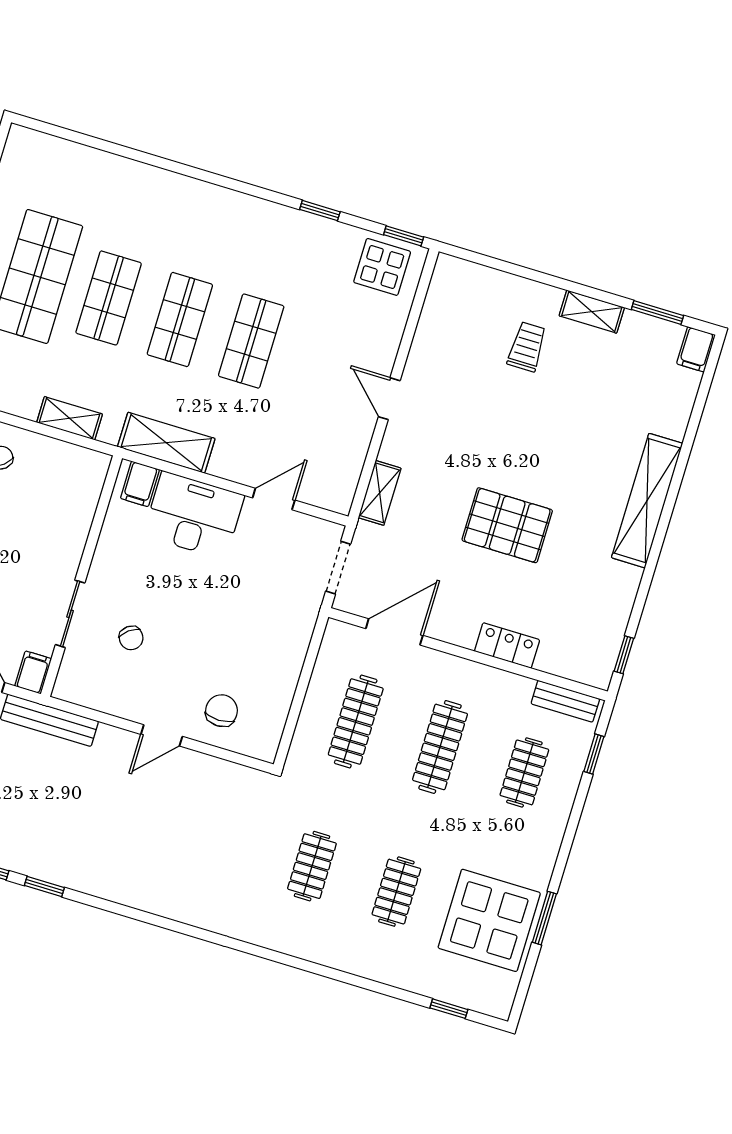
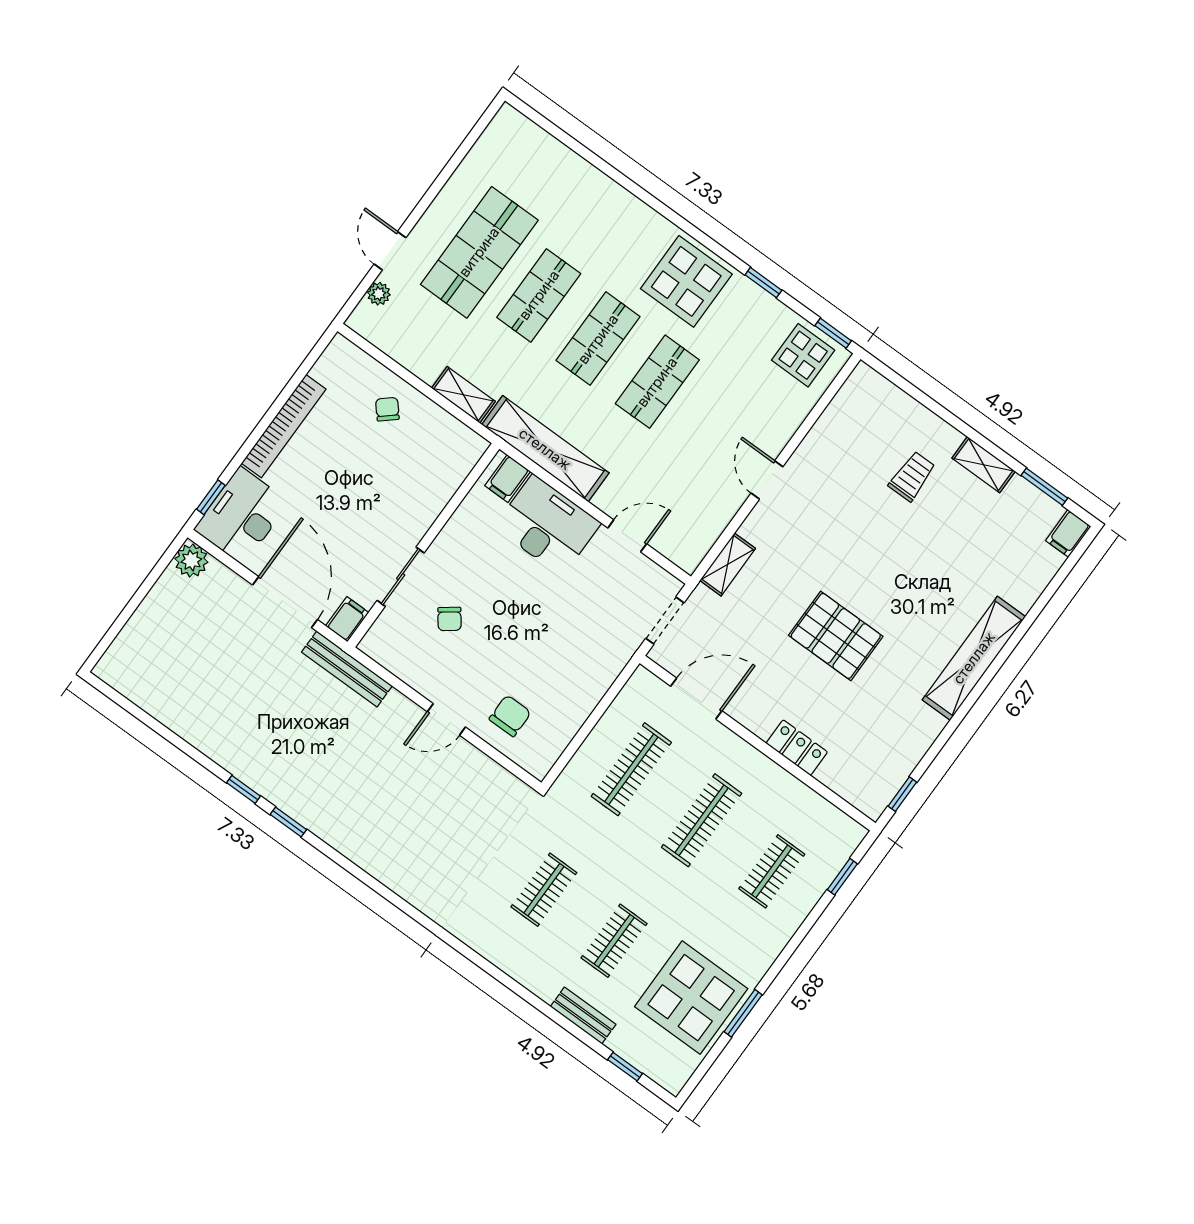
display table: (245, 235) -> (686, 281), added
shelving: (166, 443) -> (545, 449), width x1.47
bench: (565, 701) -> (583, 1016), moved

